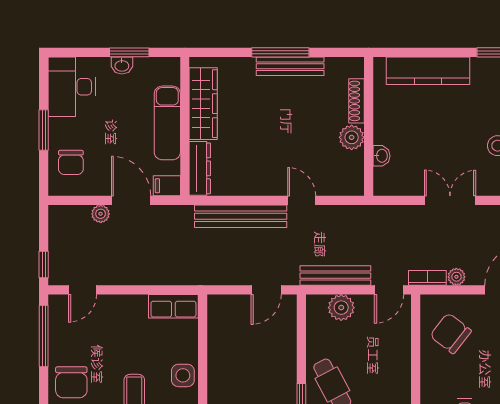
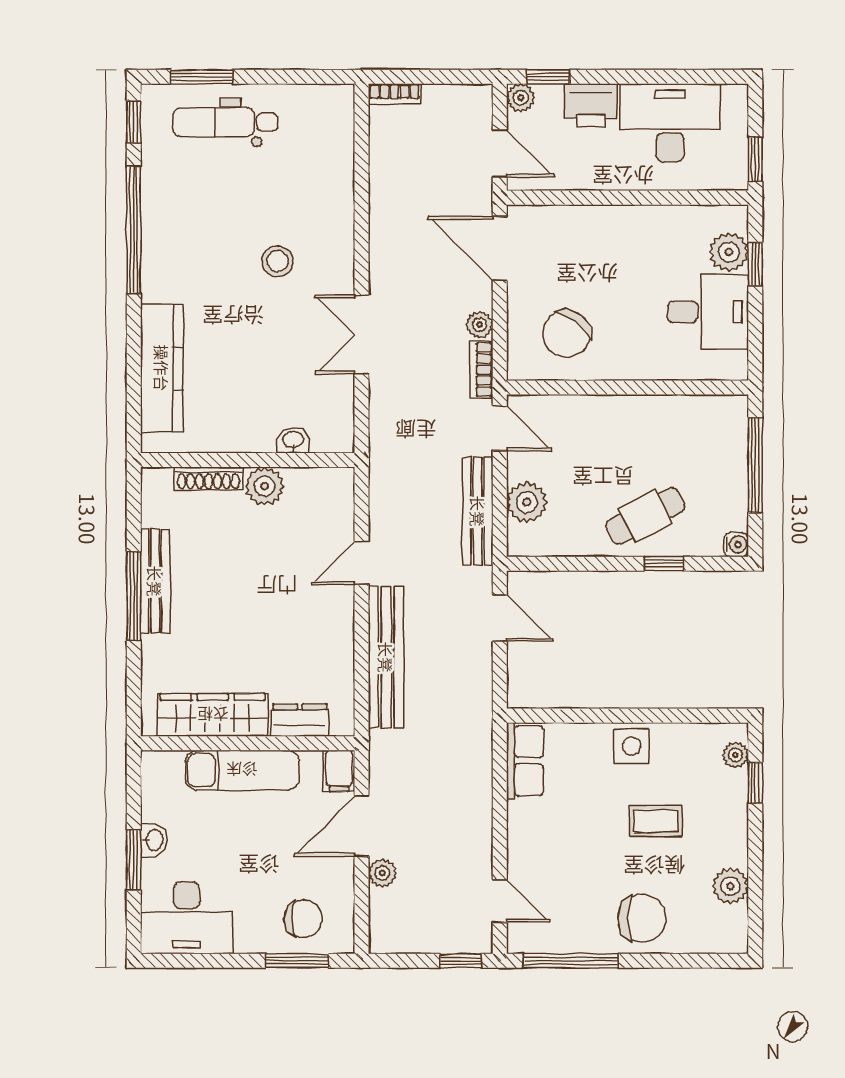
window: (129, 52) -> (134, 860), moved
window: (44, 130) -> (297, 961), moved
dresser: (200, 168) -> (300, 720), width x0.70

